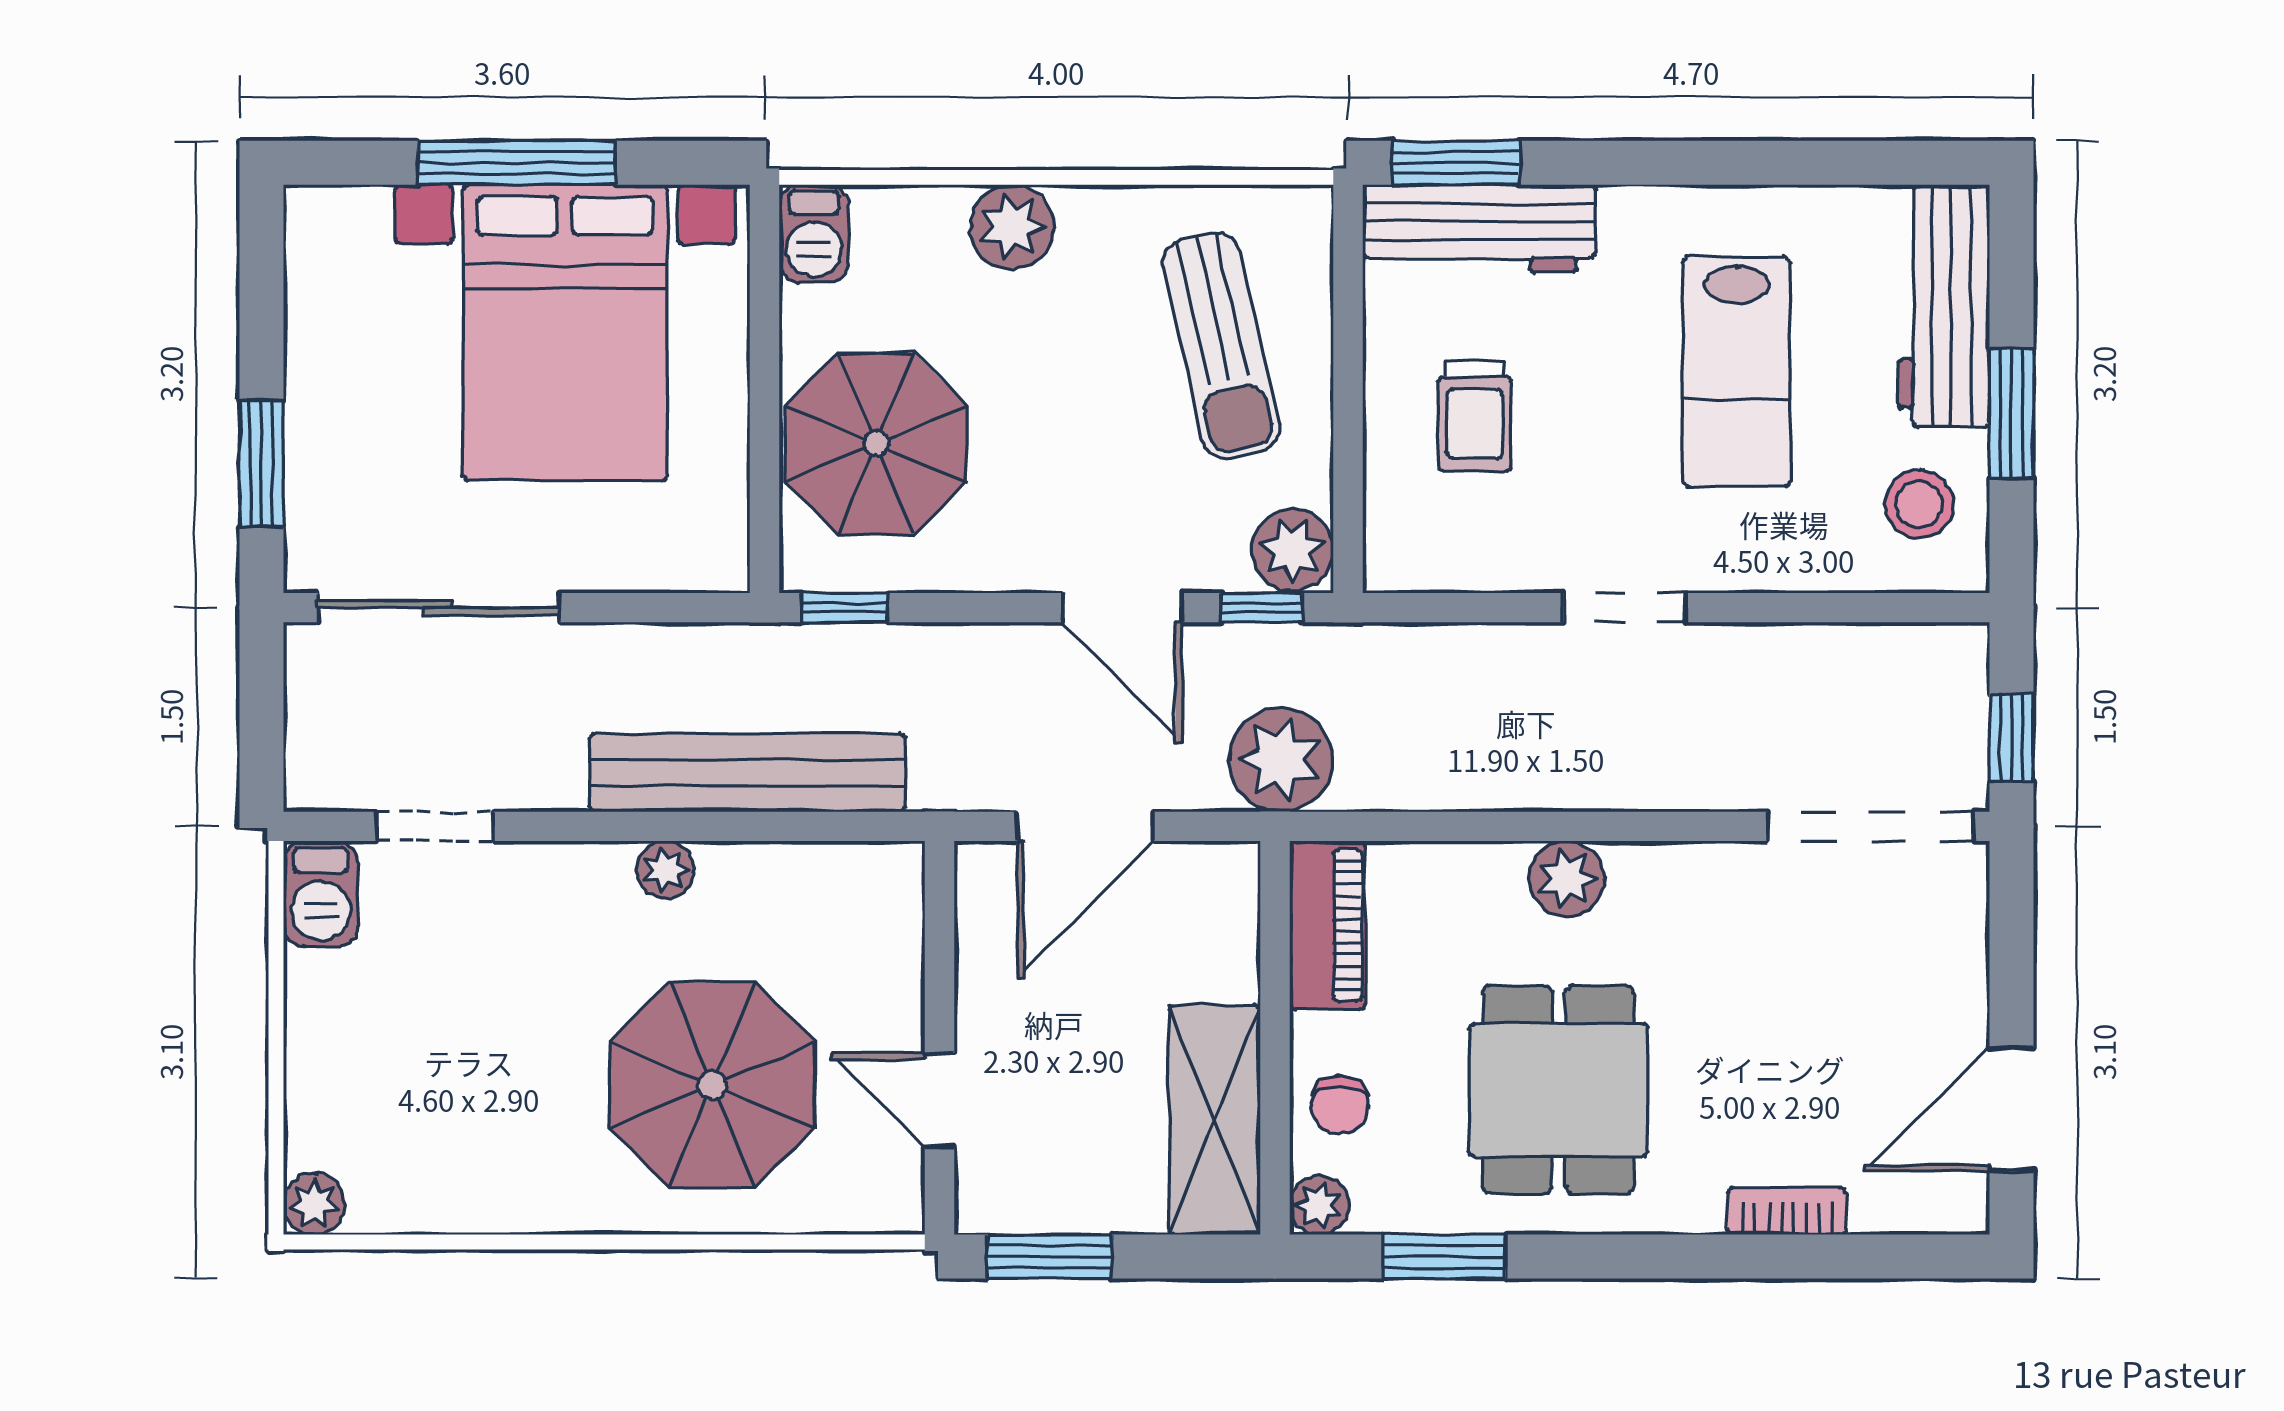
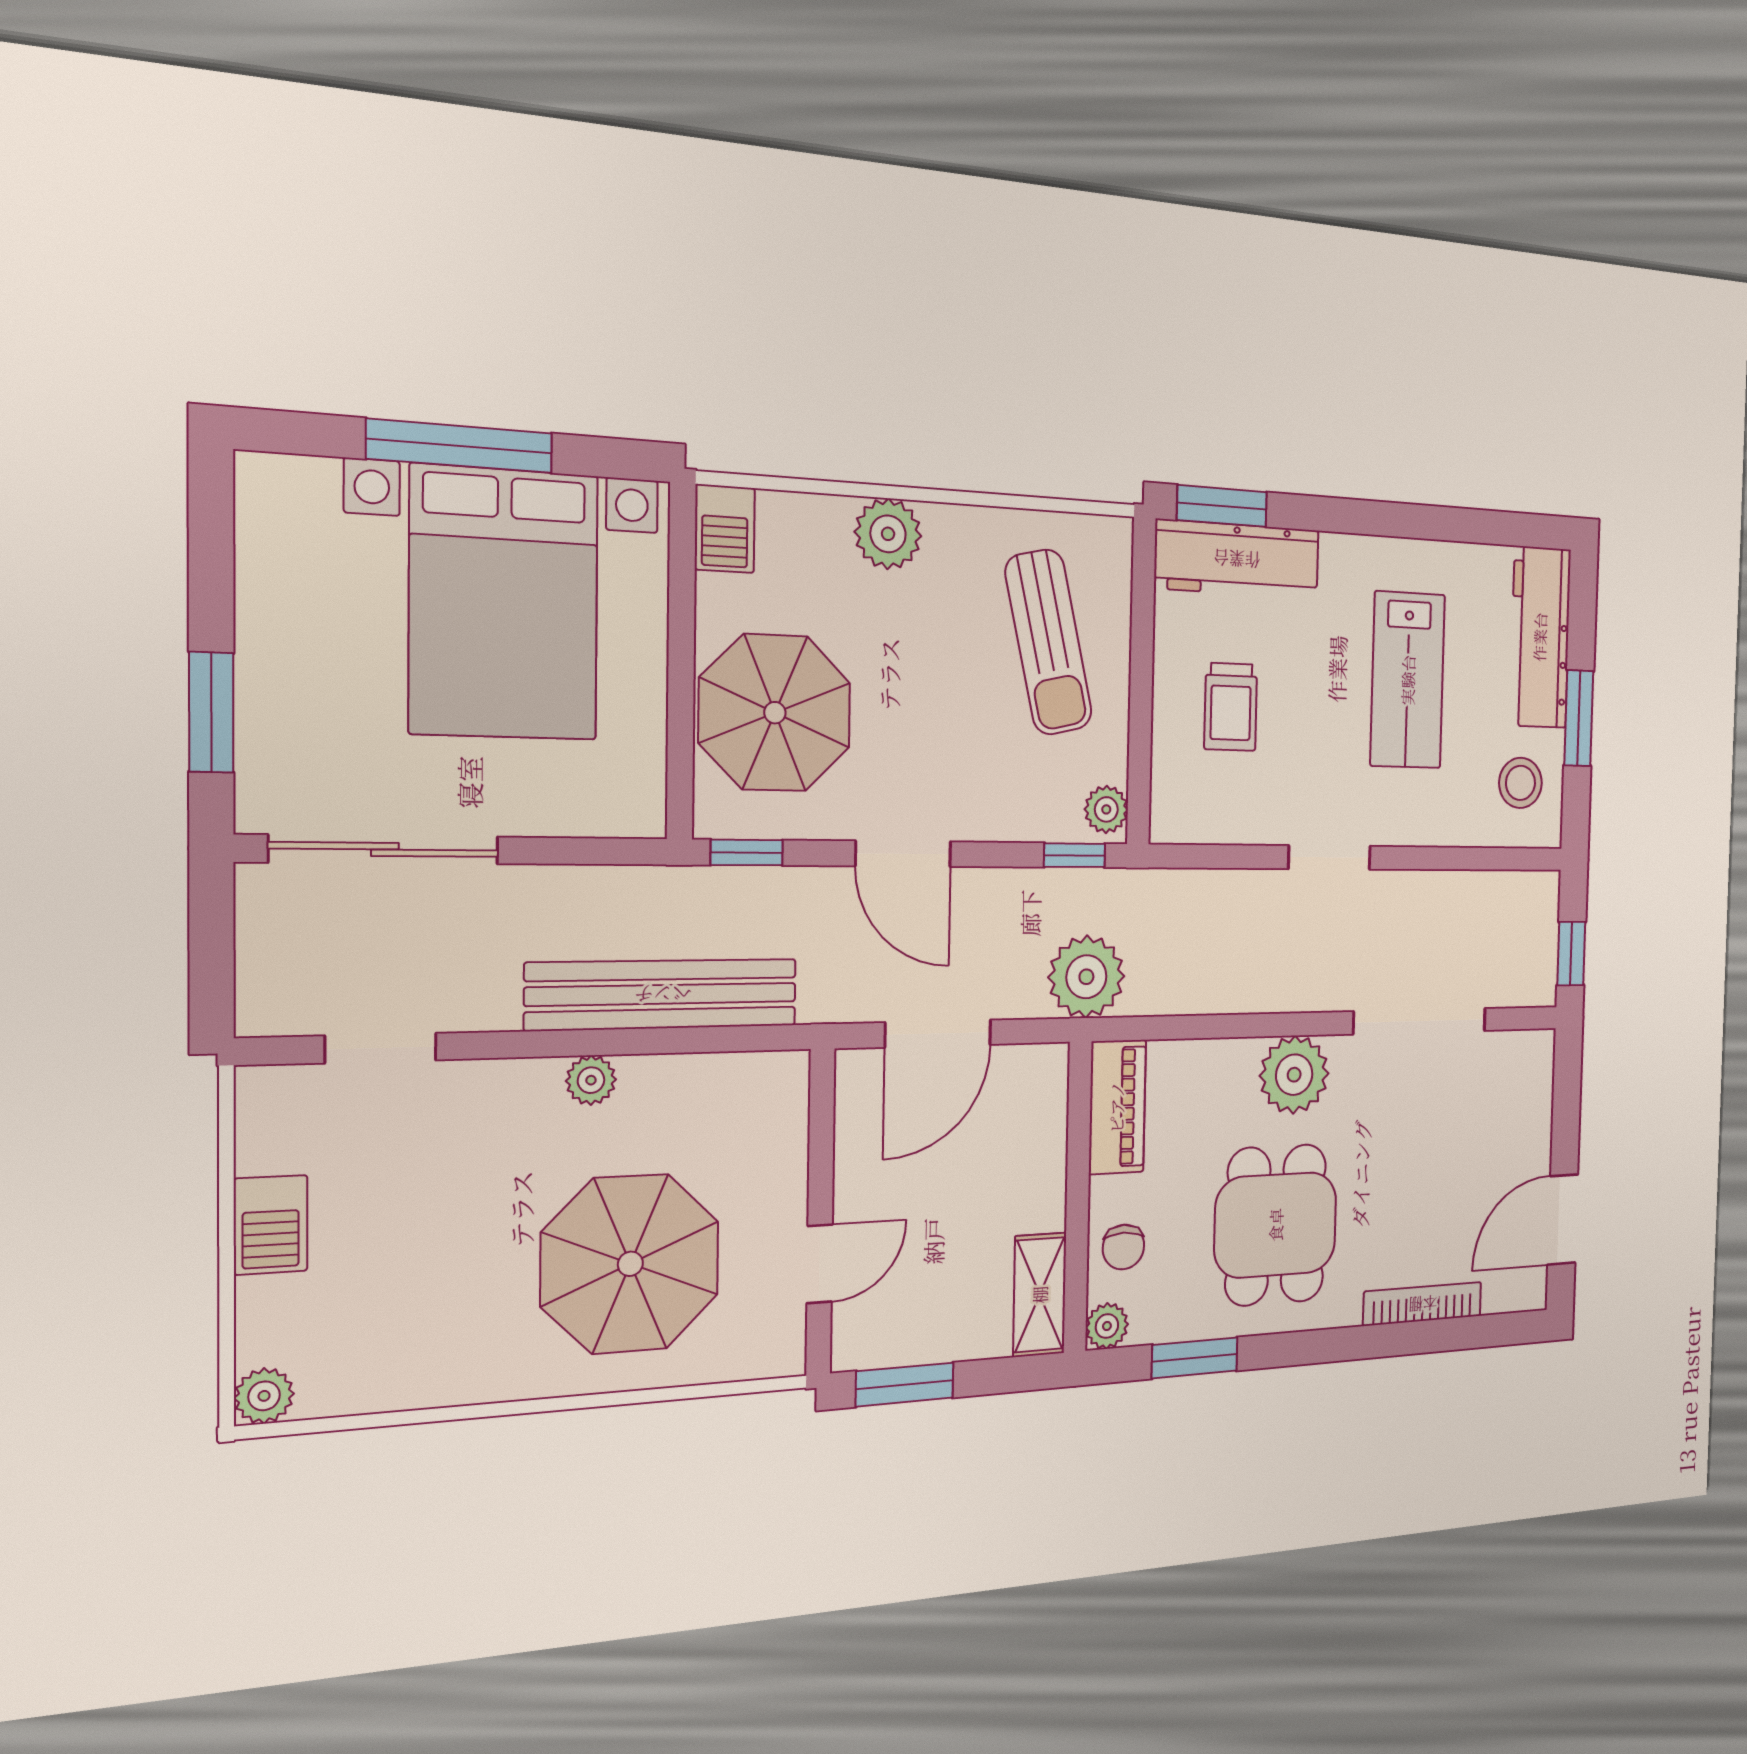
plant: (1292, 550) -> (1106, 809), width x0.73, depth x0.73
door: (1121, 608) -> (903, 854), moved
doorway: (1871, 826) -> (1420, 1021), moved
plant: (1567, 879) -> (1294, 1075), width x1.36, depth x1.36
barbecue: (321, 894) -> (271, 1225), moved
door: (940, 1100) -> (820, 1264), swing flipped
shelving: (1215, 1120) -> (1040, 1295), width x0.67, depth x0.75
bookcase: (1787, 1211) -> (1423, 1304), width x1.56

